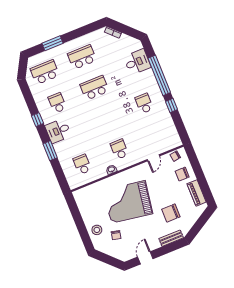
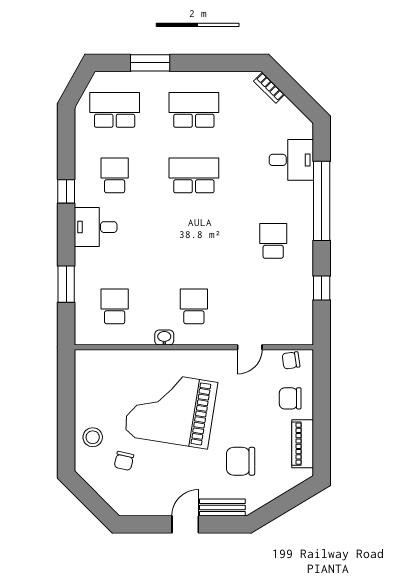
window: (171, 105) -> (322, 288), moved
window: (50, 151) -> (66, 284), moved
door: (145, 258) -> (185, 524), moved

